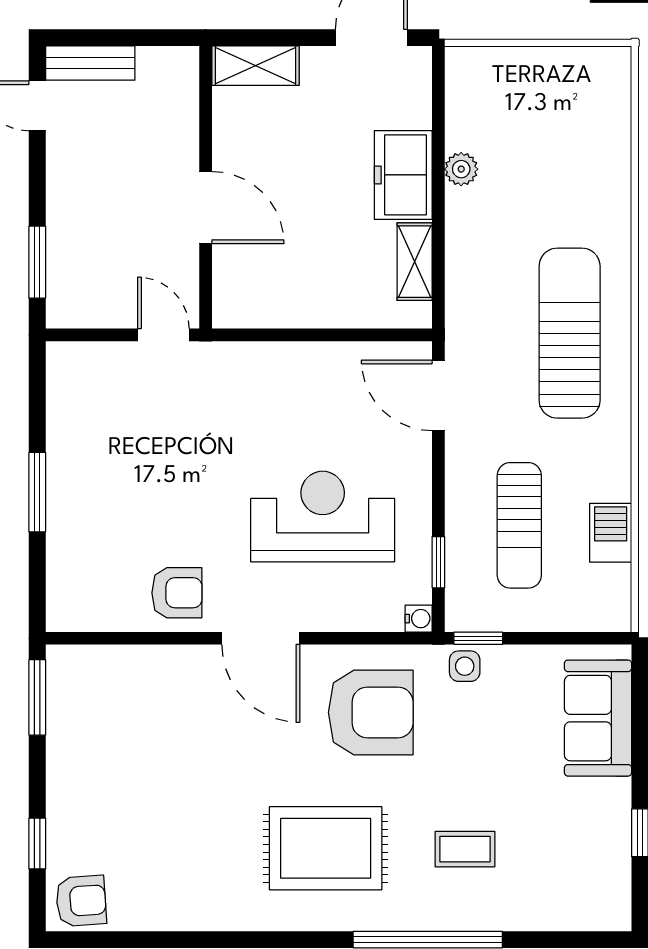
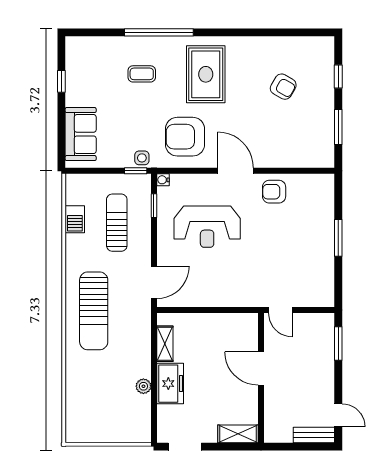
door: (438, 395) -> (154, 282), hinge flipped
window: (37, 697) -> (338, 127), moved
rug: (326, 848) -> (206, 74), turned 90
armchair: (81, 901) -> (283, 87), moved, turned -146

